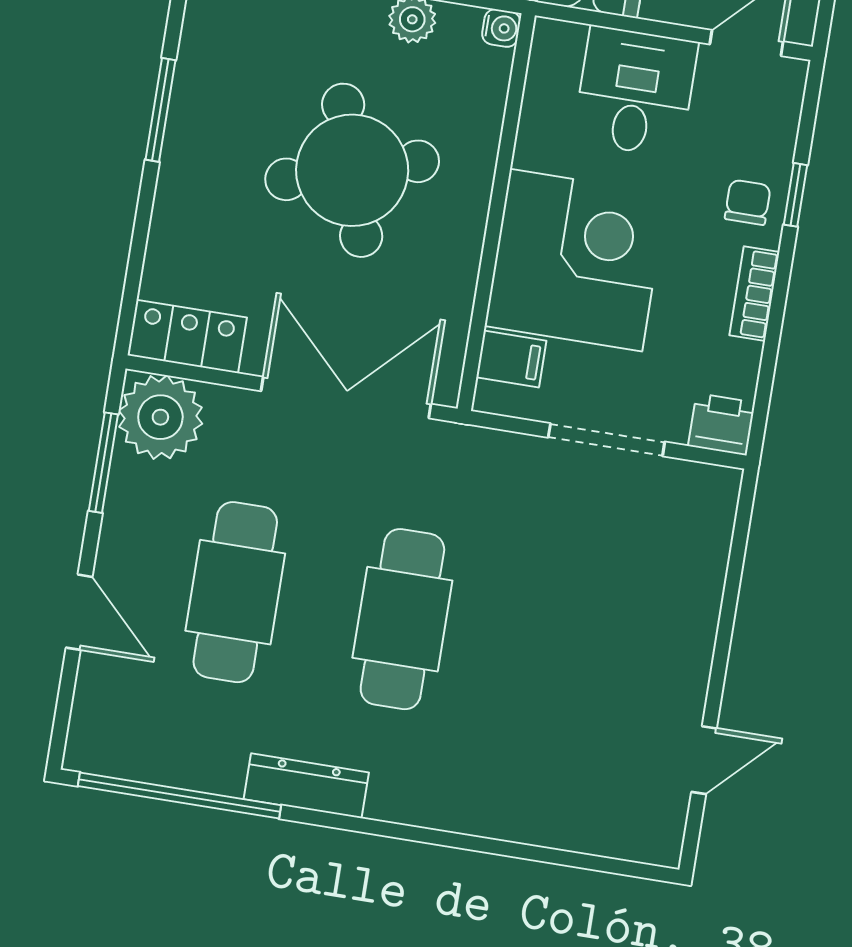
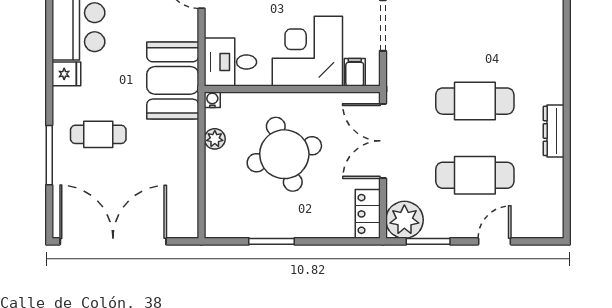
desk: (635, 92) -> (230, 62), moved
window: (179, 796) -> (567, 185), removed

